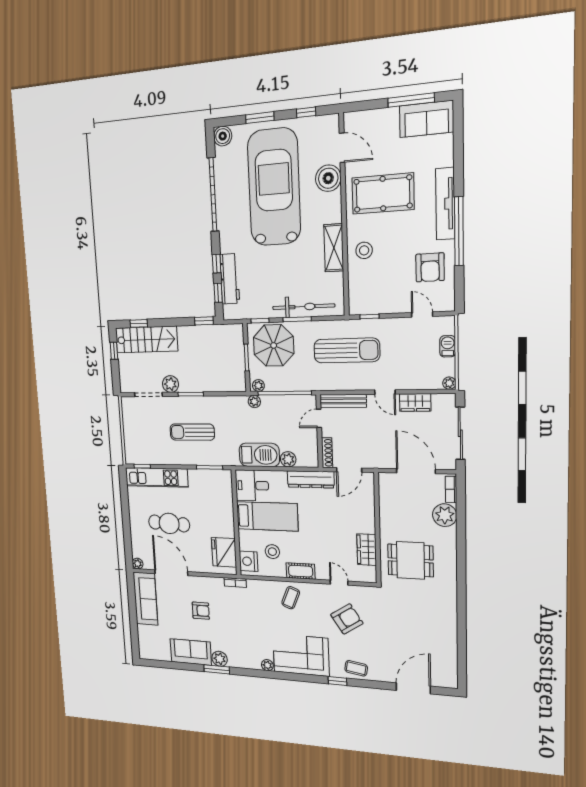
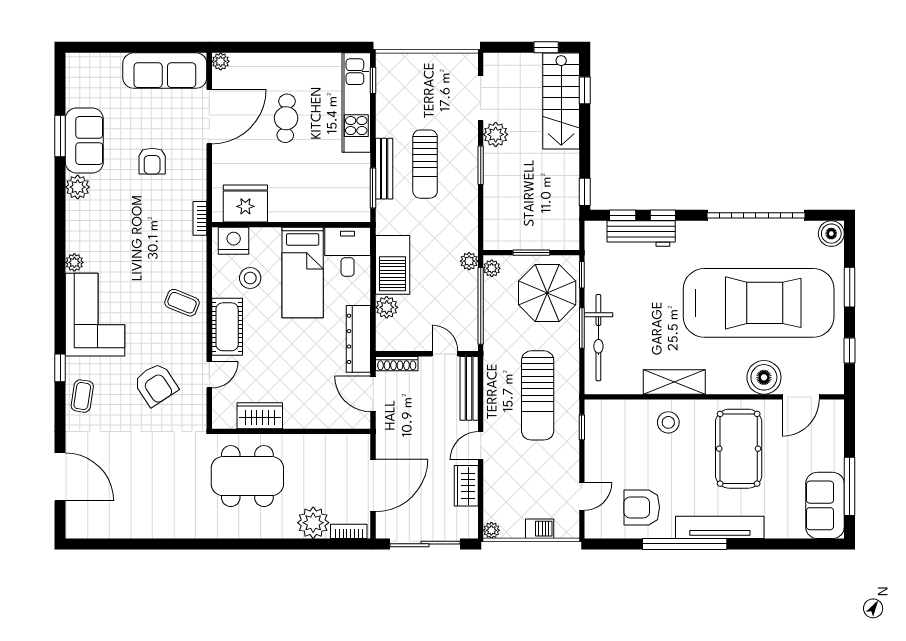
sun lounger: (192, 432) -> (425, 164), turned 180
bench: (197, 460) -> (384, 169), added
cafe table: (169, 523) -> (286, 118), width x0.73, depth x0.74
dining table: (411, 560) -> (247, 476), width x1.37
cot: (301, 571) -> (227, 327), width x1.37, depth x1.34
window: (217, 669) -> (60, 136), moved

